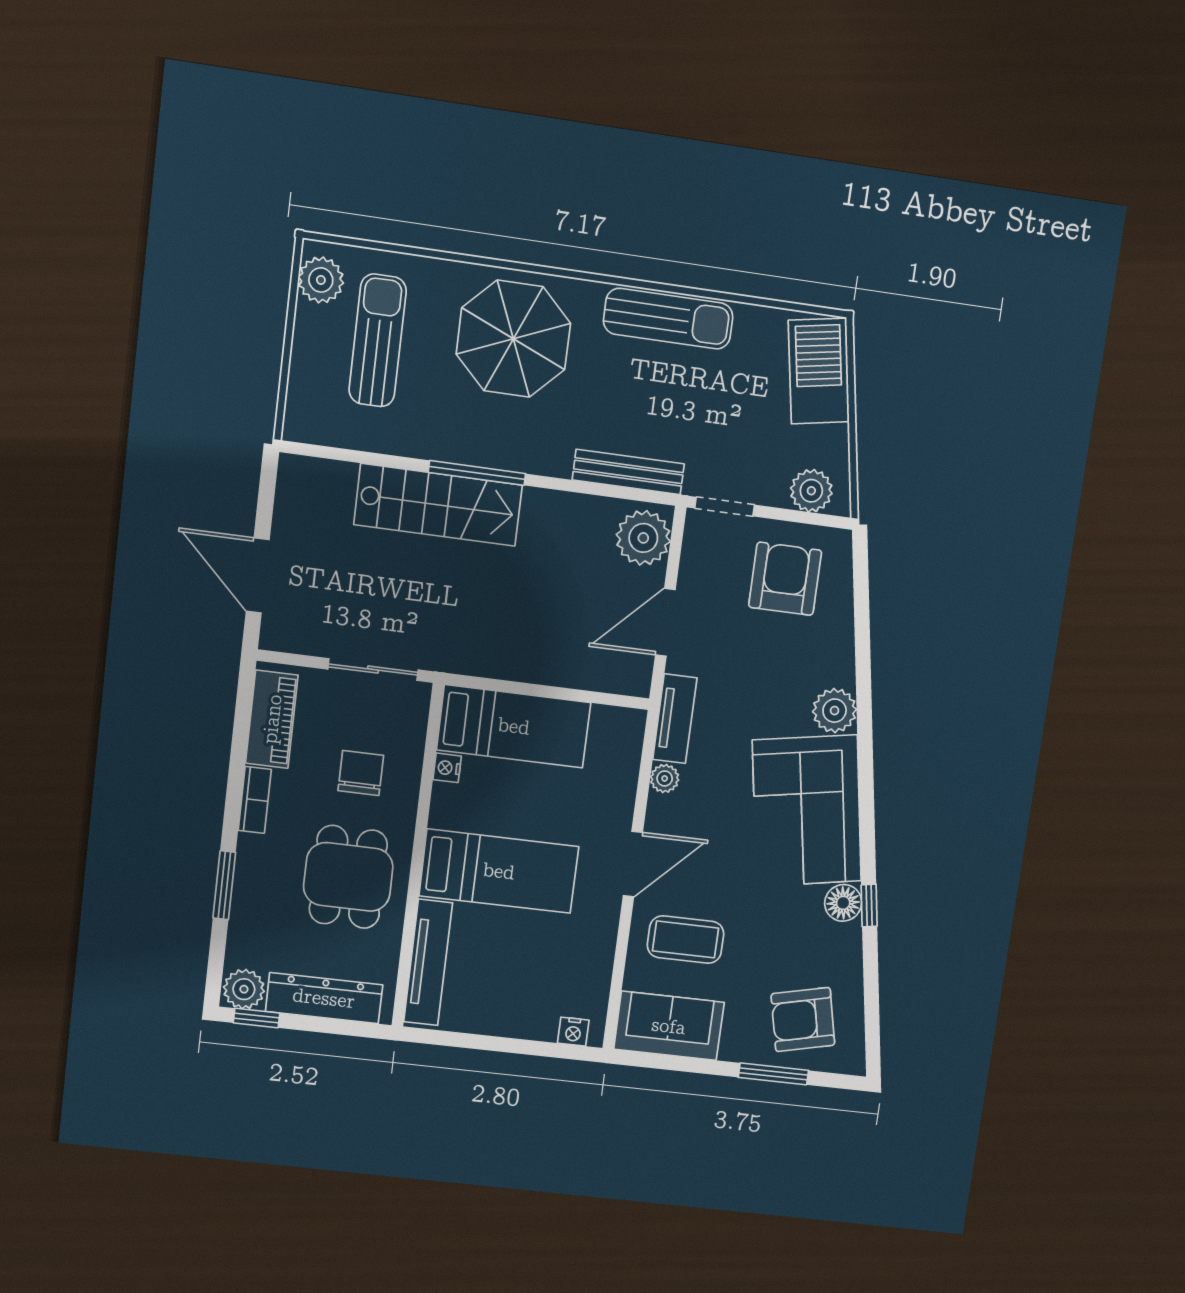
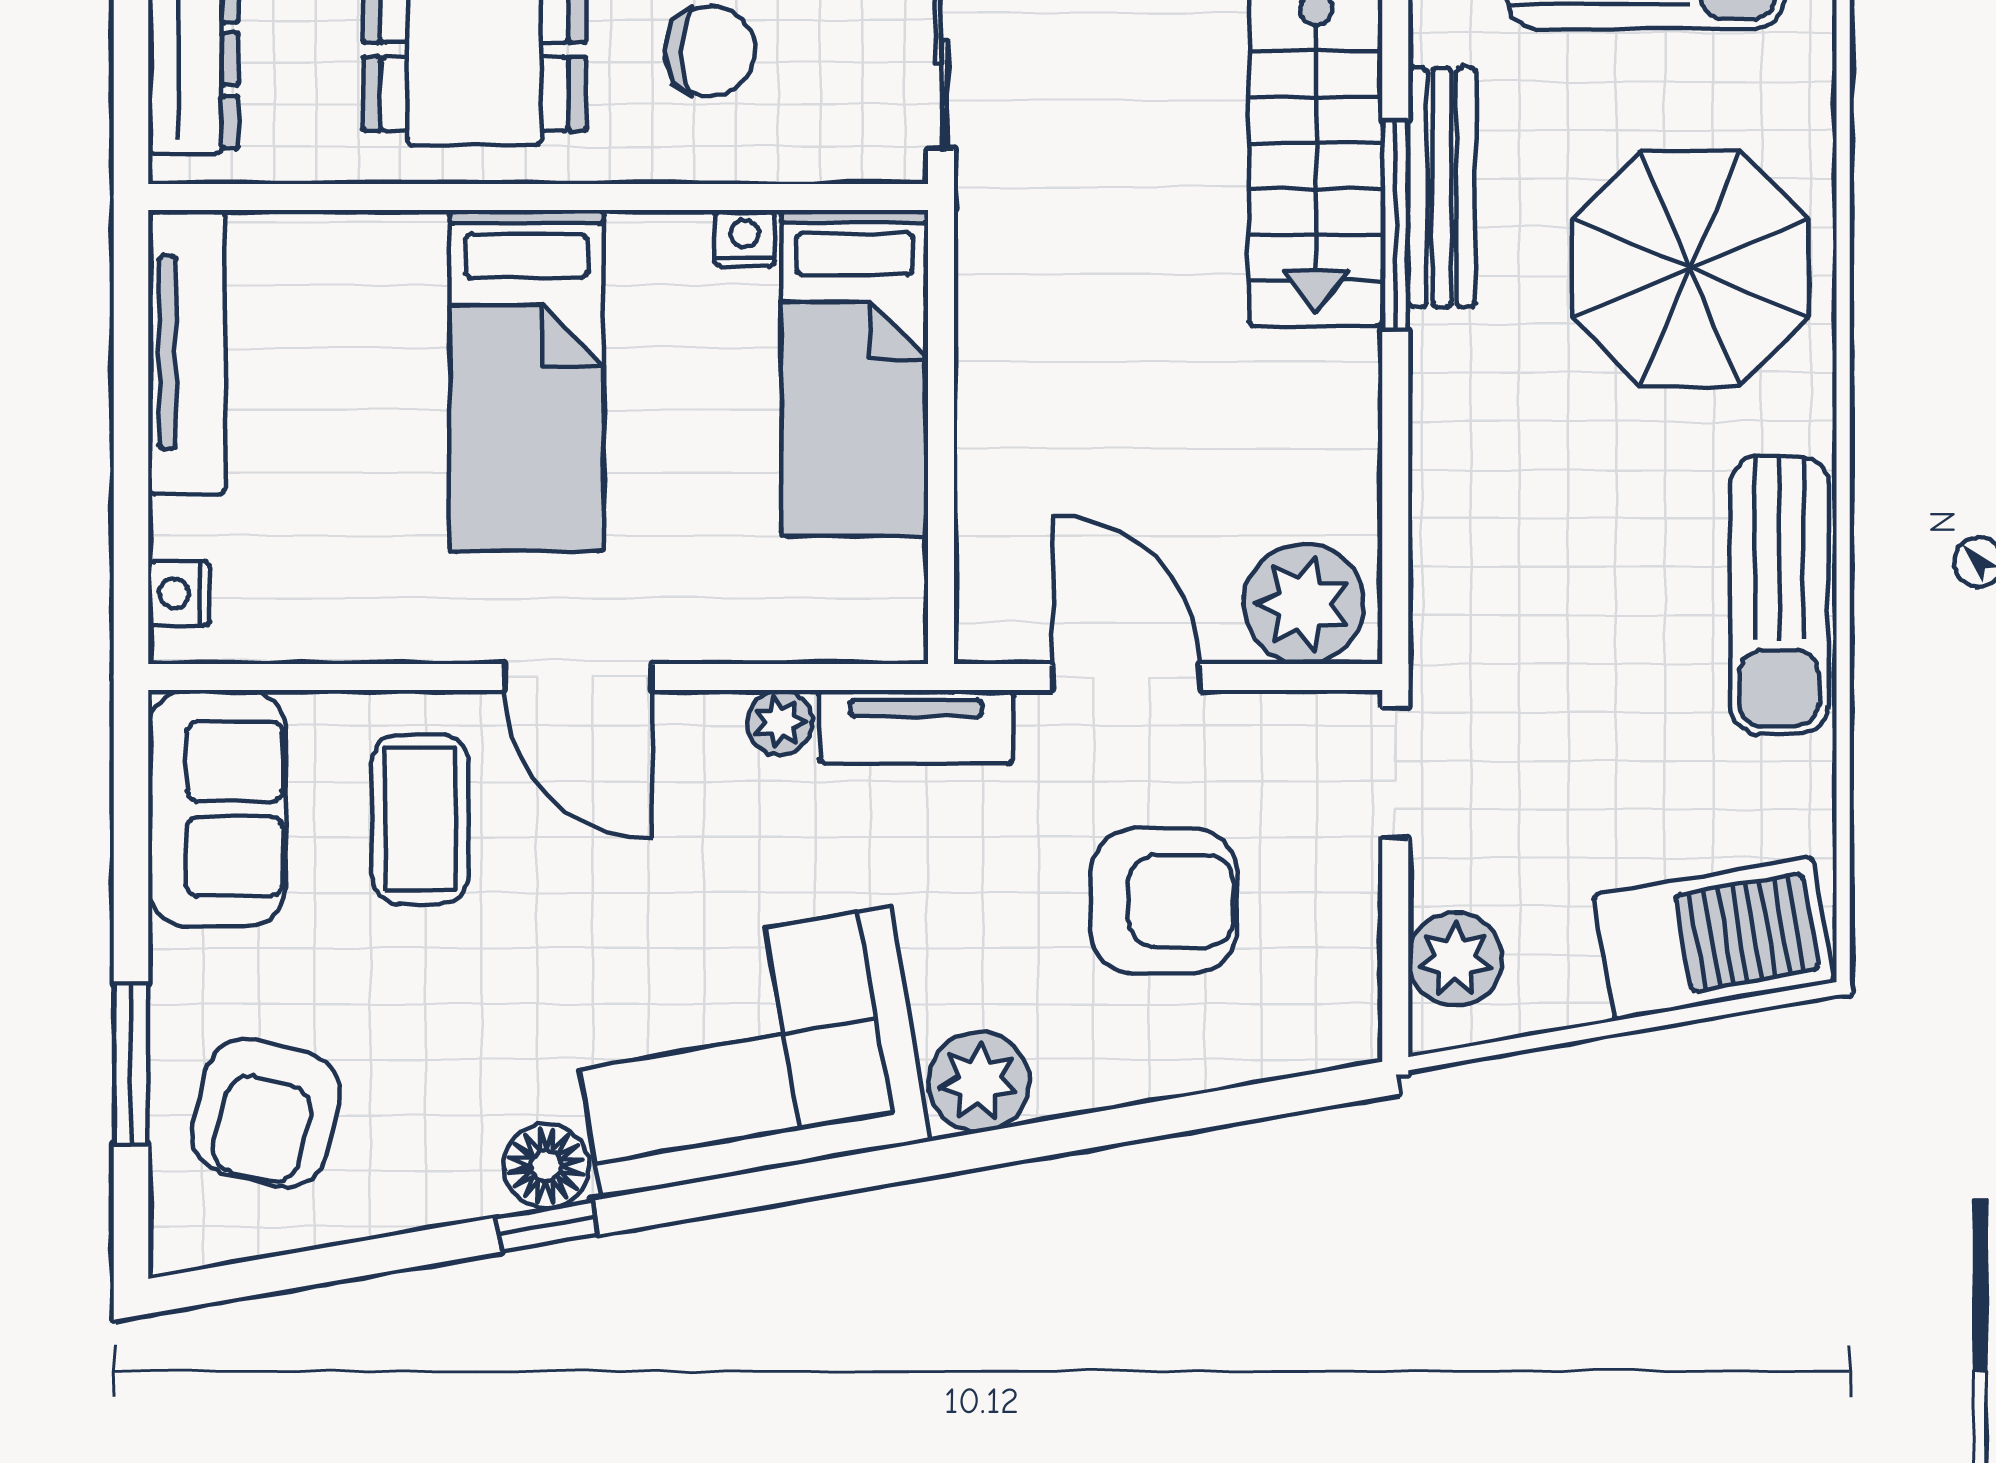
bench: (628, 472) -> (1442, 187), moved
armchair: (785, 579) -> (1163, 901), moved
tv unit: (428, 962) -> (187, 352), moved, turned -90
armchair: (803, 1020) -> (266, 1113), turned -153

